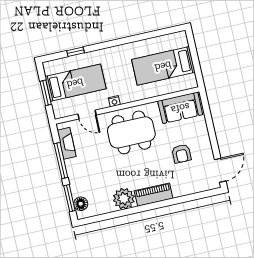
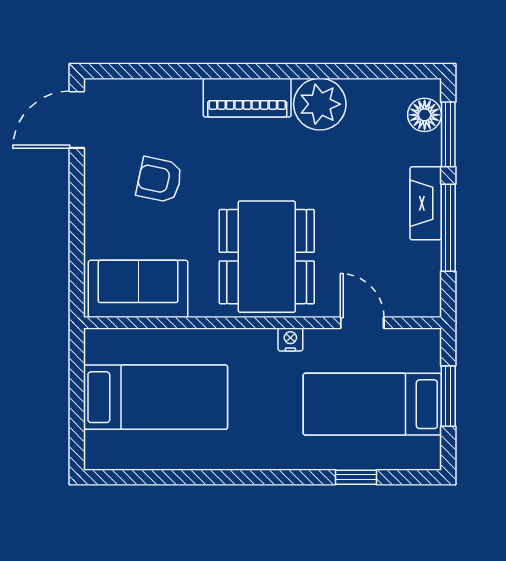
dining table: (131, 132) -> (267, 257), turned 90
fireplace: (67, 143) -> (426, 203), moved
armchair: (182, 154) -> (159, 180), turned -78

